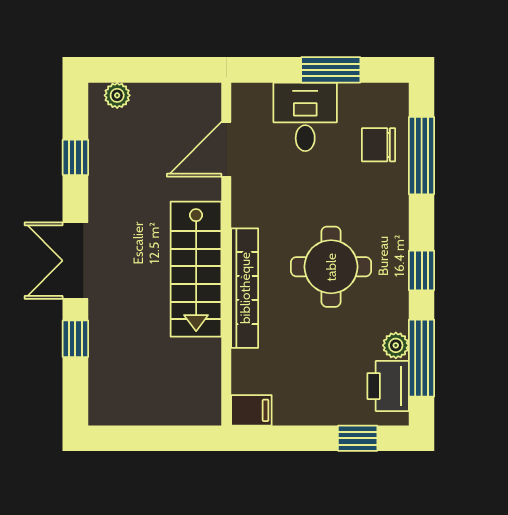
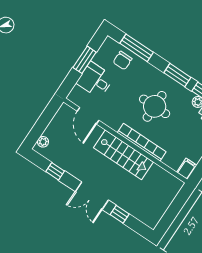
window: (422, 270) -> (177, 75), width x1.50

